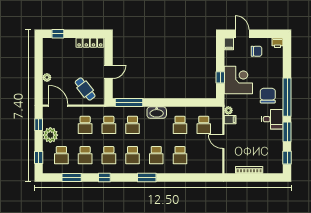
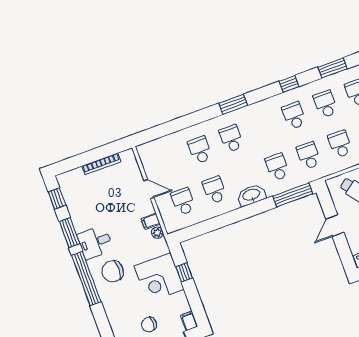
chair: (268, 96) -> (113, 271), turned 90
school desk: (133, 155) -> (263, 127), removed

